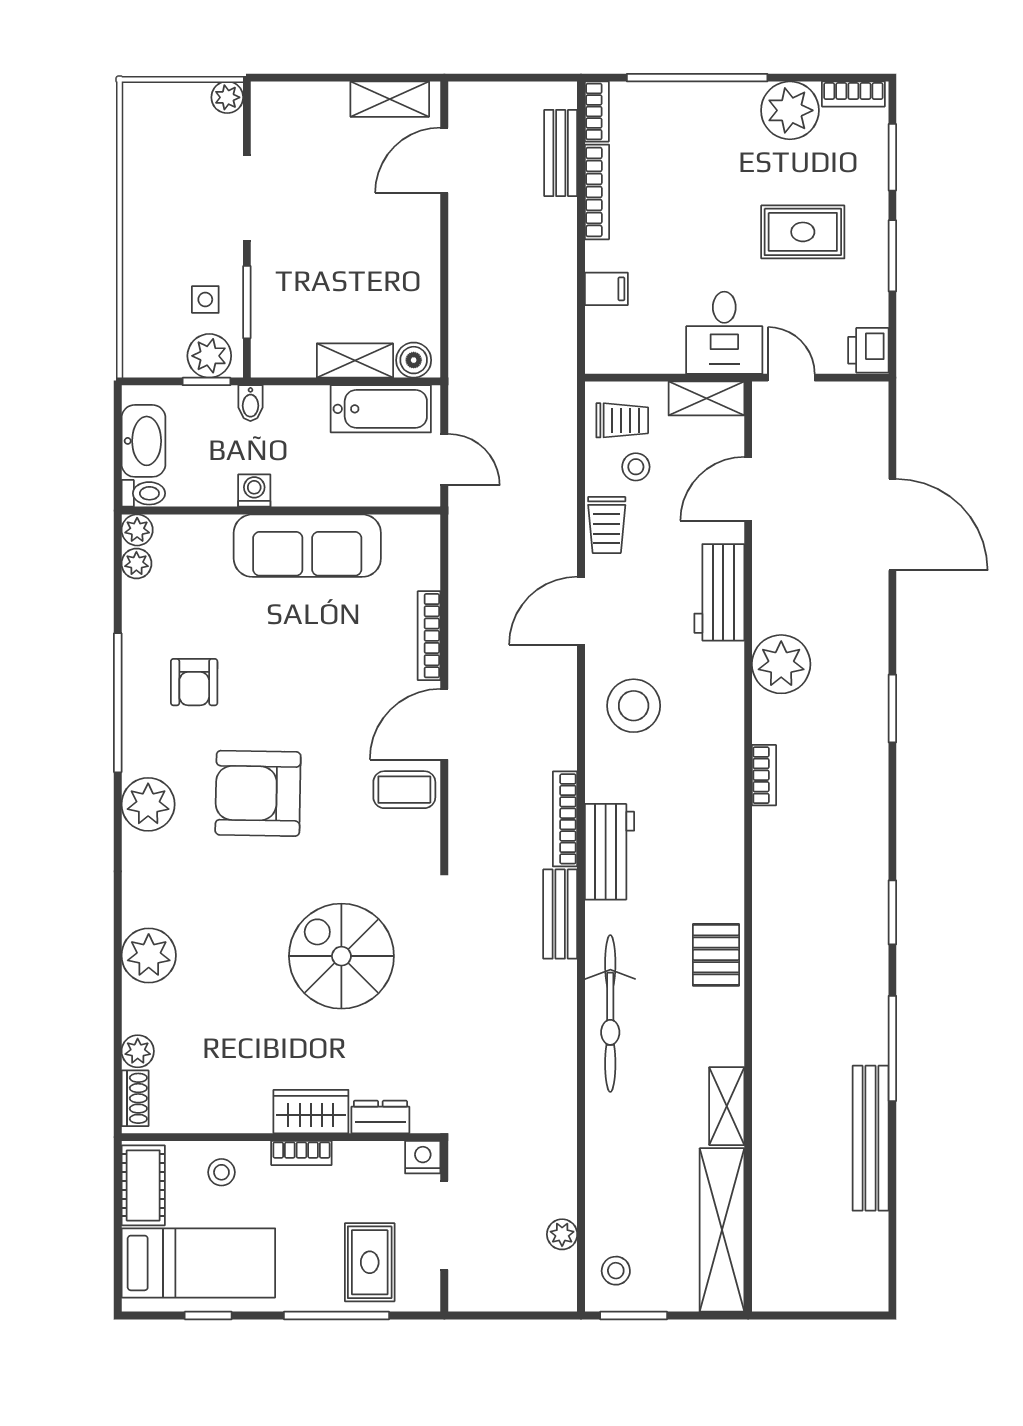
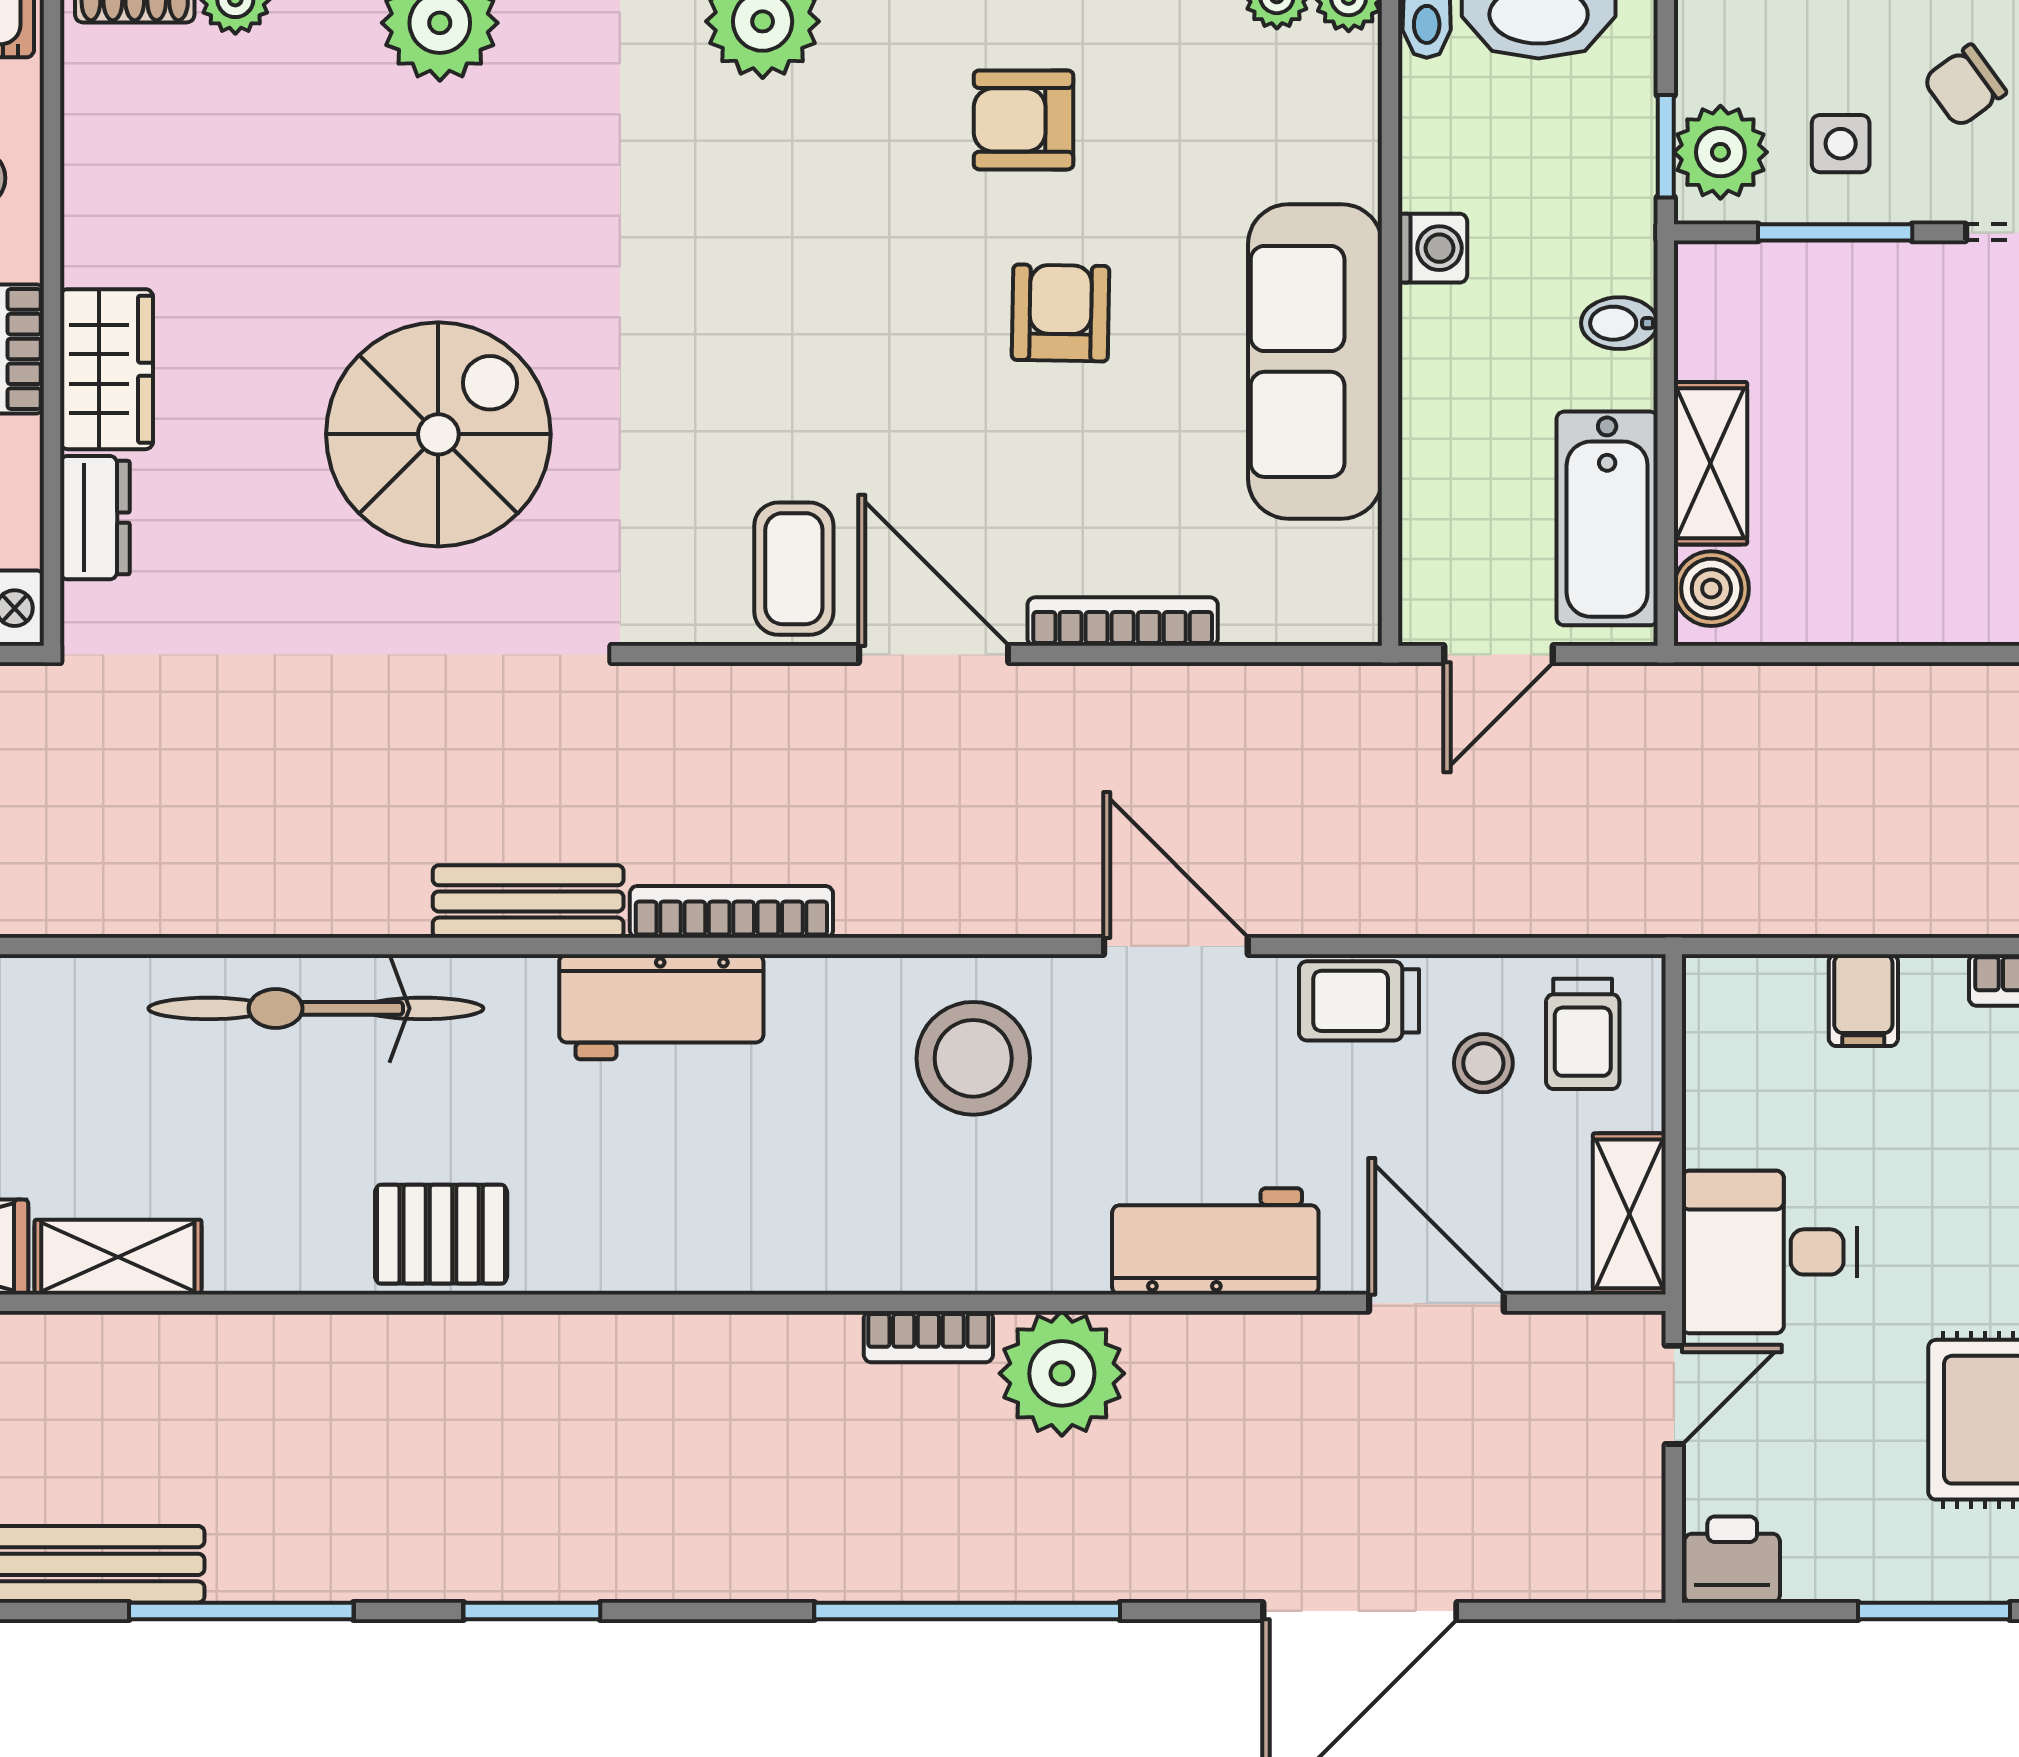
chair: (178, 241) -> (1965, 86), added
bidet: (250, 403) -> (1619, 323), moved
window: (892, 709) -> (967, 1611), width x2.11
bookcase: (764, 775) -> (928, 1337), moved
armchair: (258, 793) -> (1061, 313), moved, width x0.53, depth x0.53

